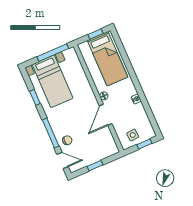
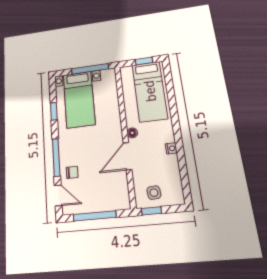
window: (144, 144) -> (151, 211), moved
window: (95, 166) -> (95, 216), width x2.17

